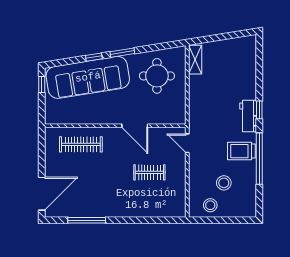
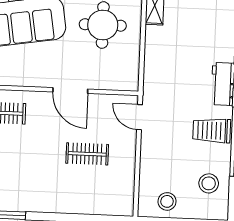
stool: (224, 183) -> (209, 183), moved

